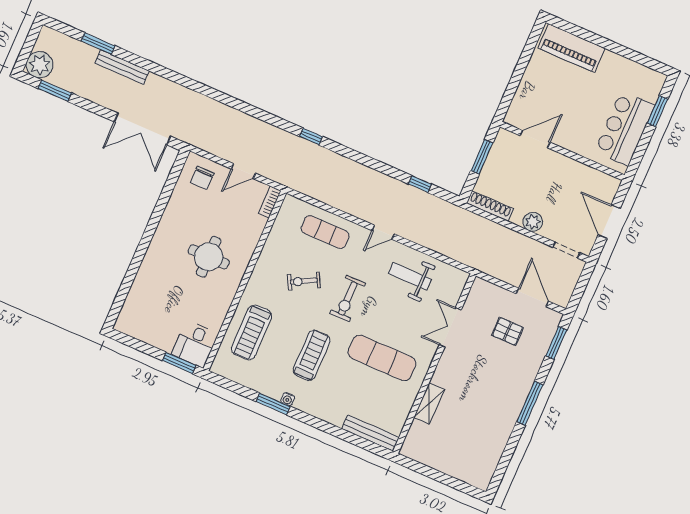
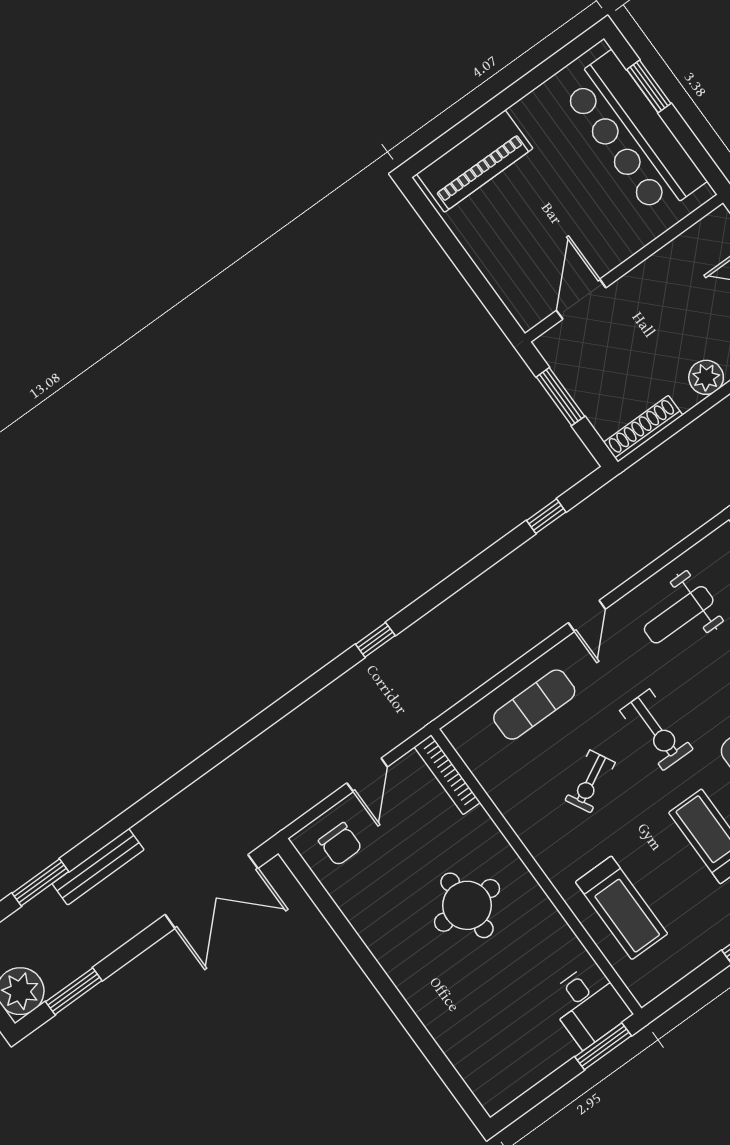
bar counter: (625, 128) -> (633, 135), width x1.36
bookcase: (270, 202) -> (447, 775), width x1.56

